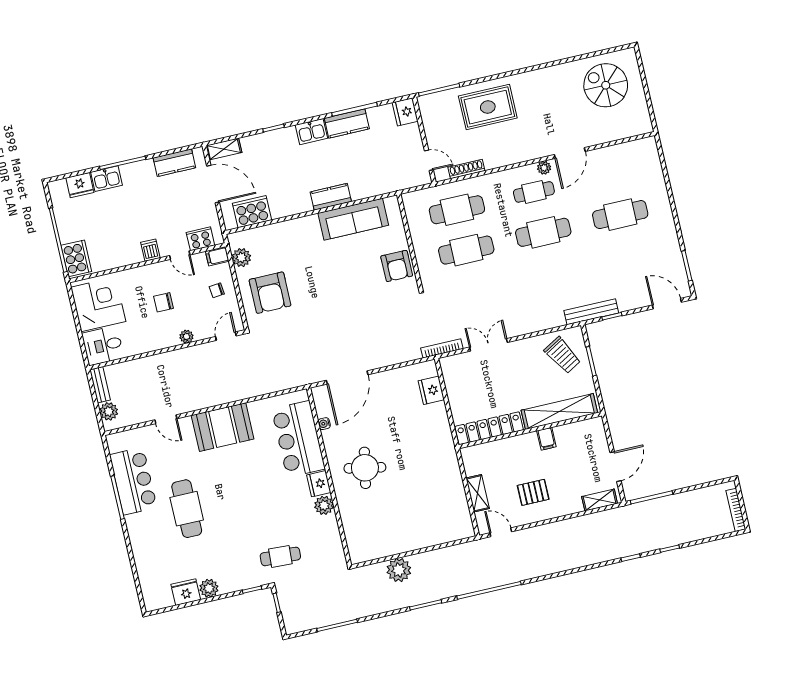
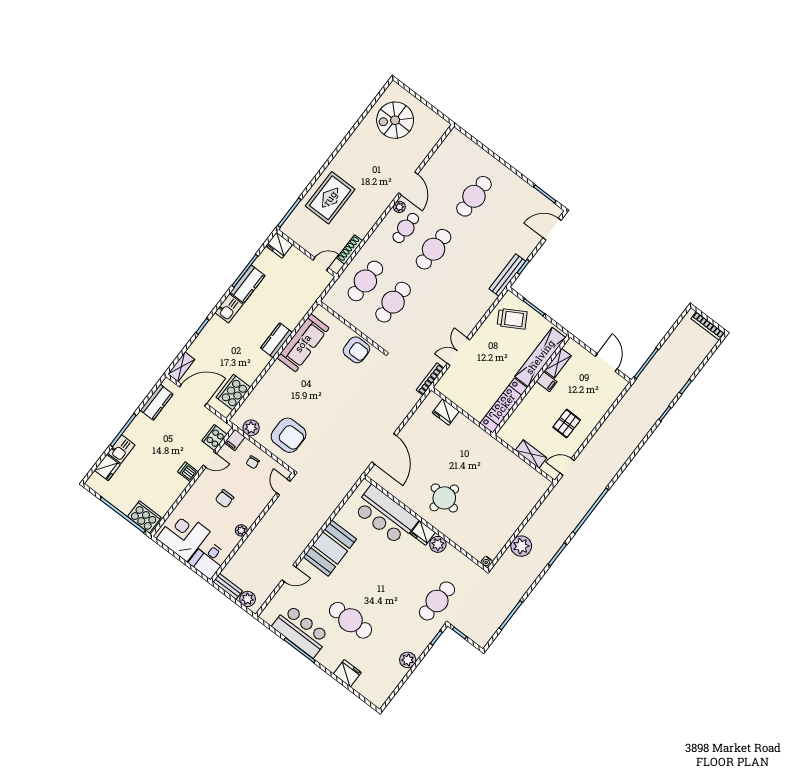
plant: (186, 337) -> (241, 530), moved
water cooler: (324, 424) -> (487, 562), moved
shelving: (600, 500) -> (558, 363), moved
cafe table: (280, 556) -> (437, 601), width x1.37, depth x1.35
fridge: (186, 592) -> (347, 673), moved, turned 90

